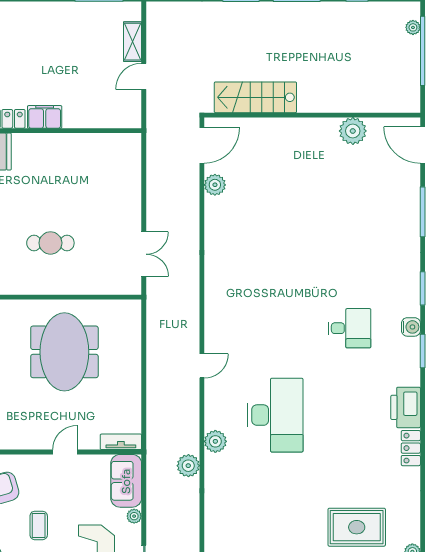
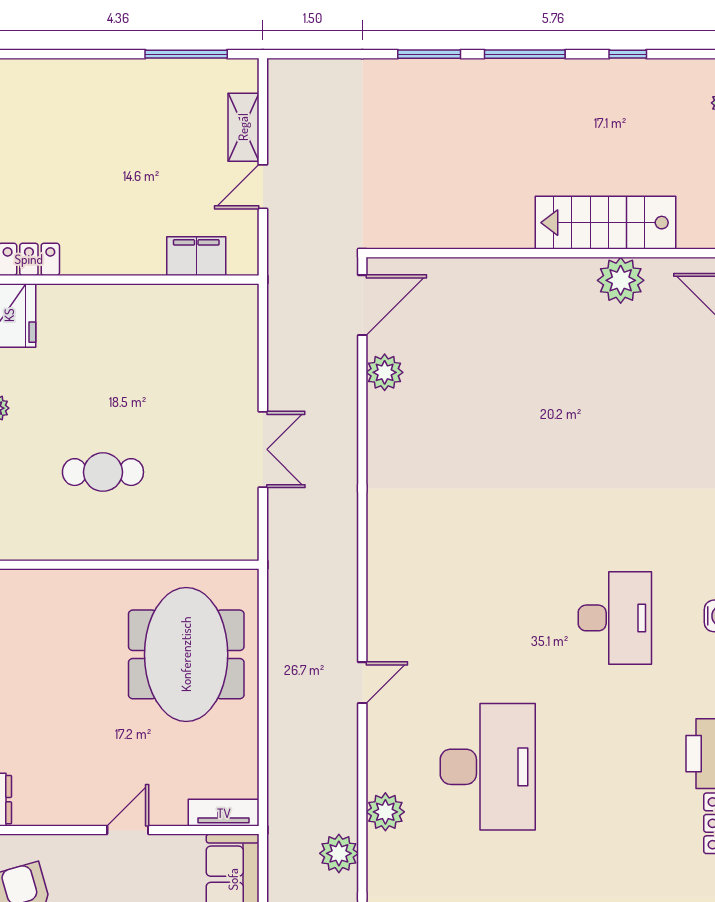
stairs: (255, 97) -> (605, 223), moved
filing cabinet: (45, 117) -> (196, 256), moved
double door: (144, 254) -> (263, 449), moved
desk: (349, 328) -> (615, 618), width x1.37
meeting table: (64, 352) -> (186, 654), moved

